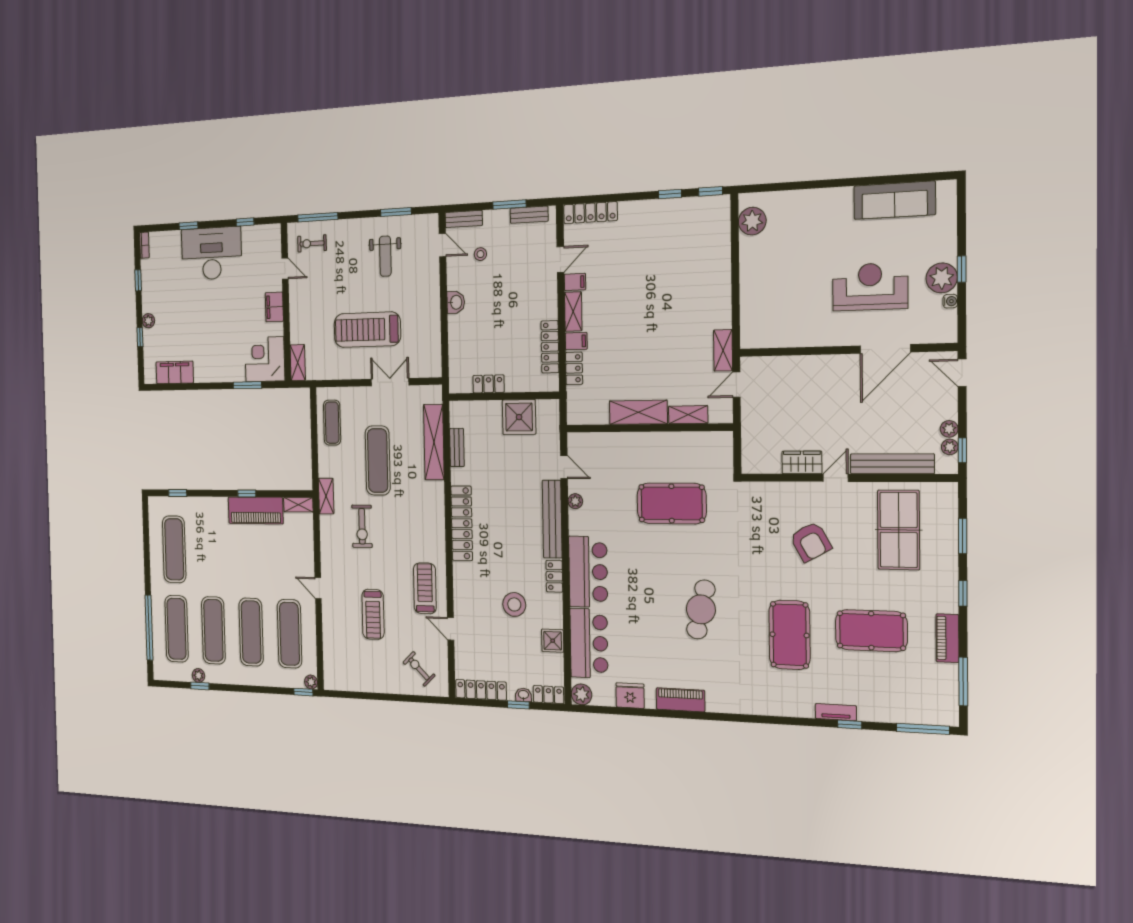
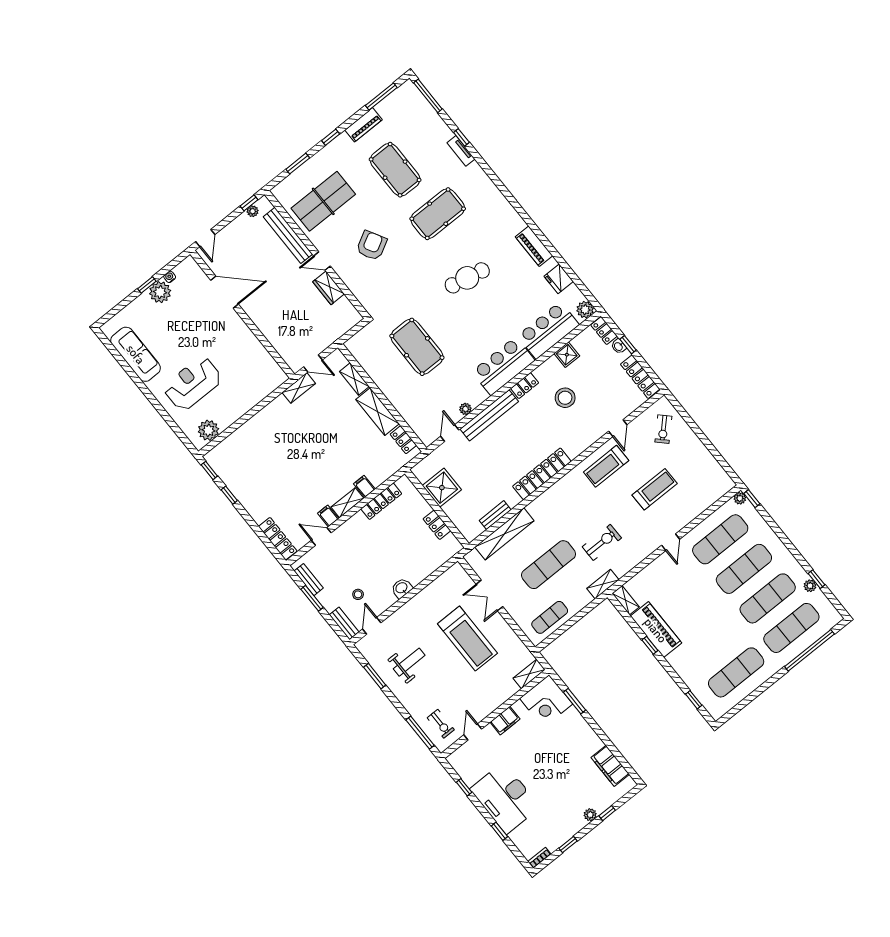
reception desk: (870, 287) -> (193, 384), moved, turned 90
locker: (574, 368) -> (403, 440), moved, turned -90
plant: (949, 429) -> (243, 220), removed

